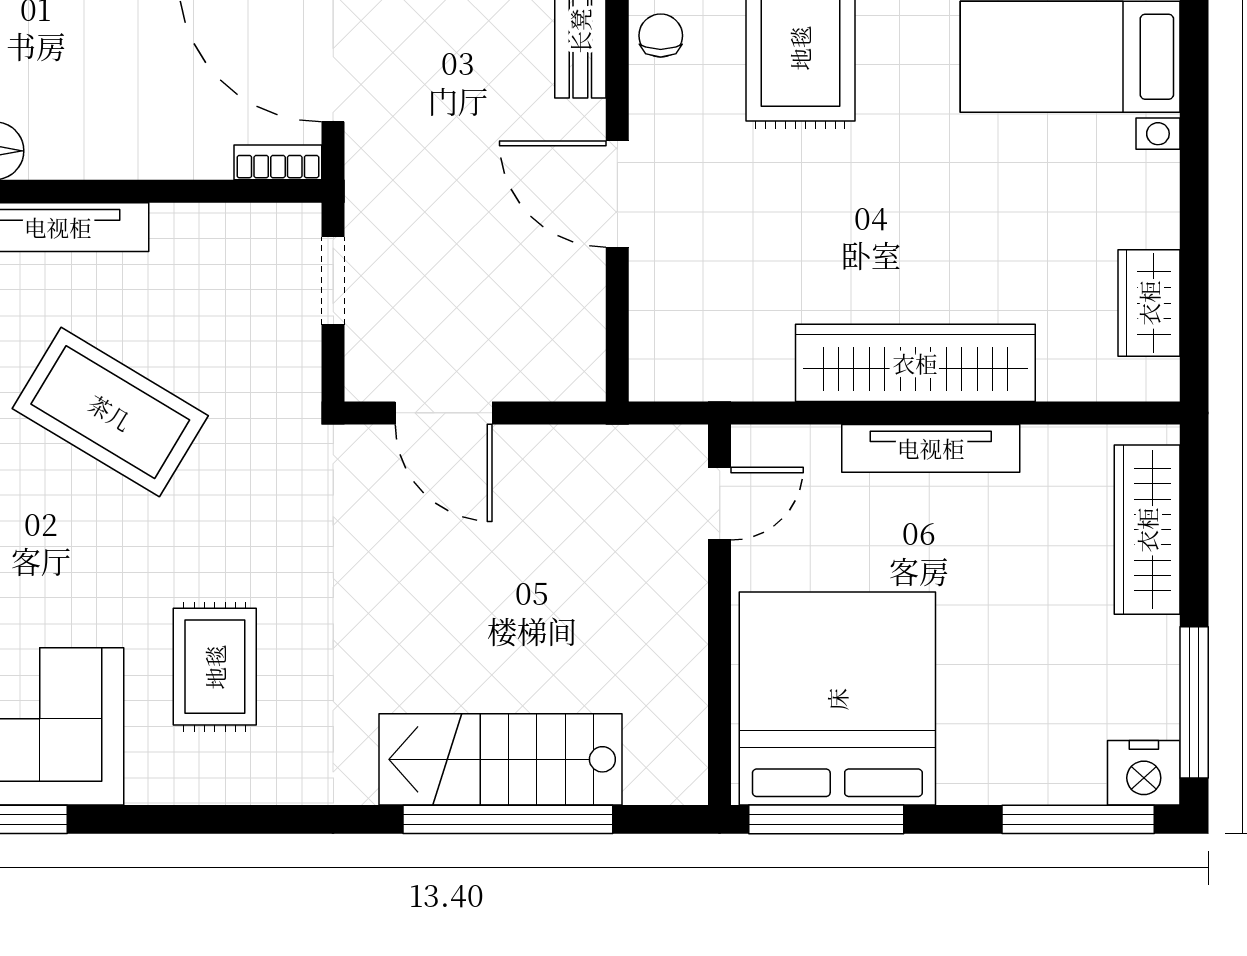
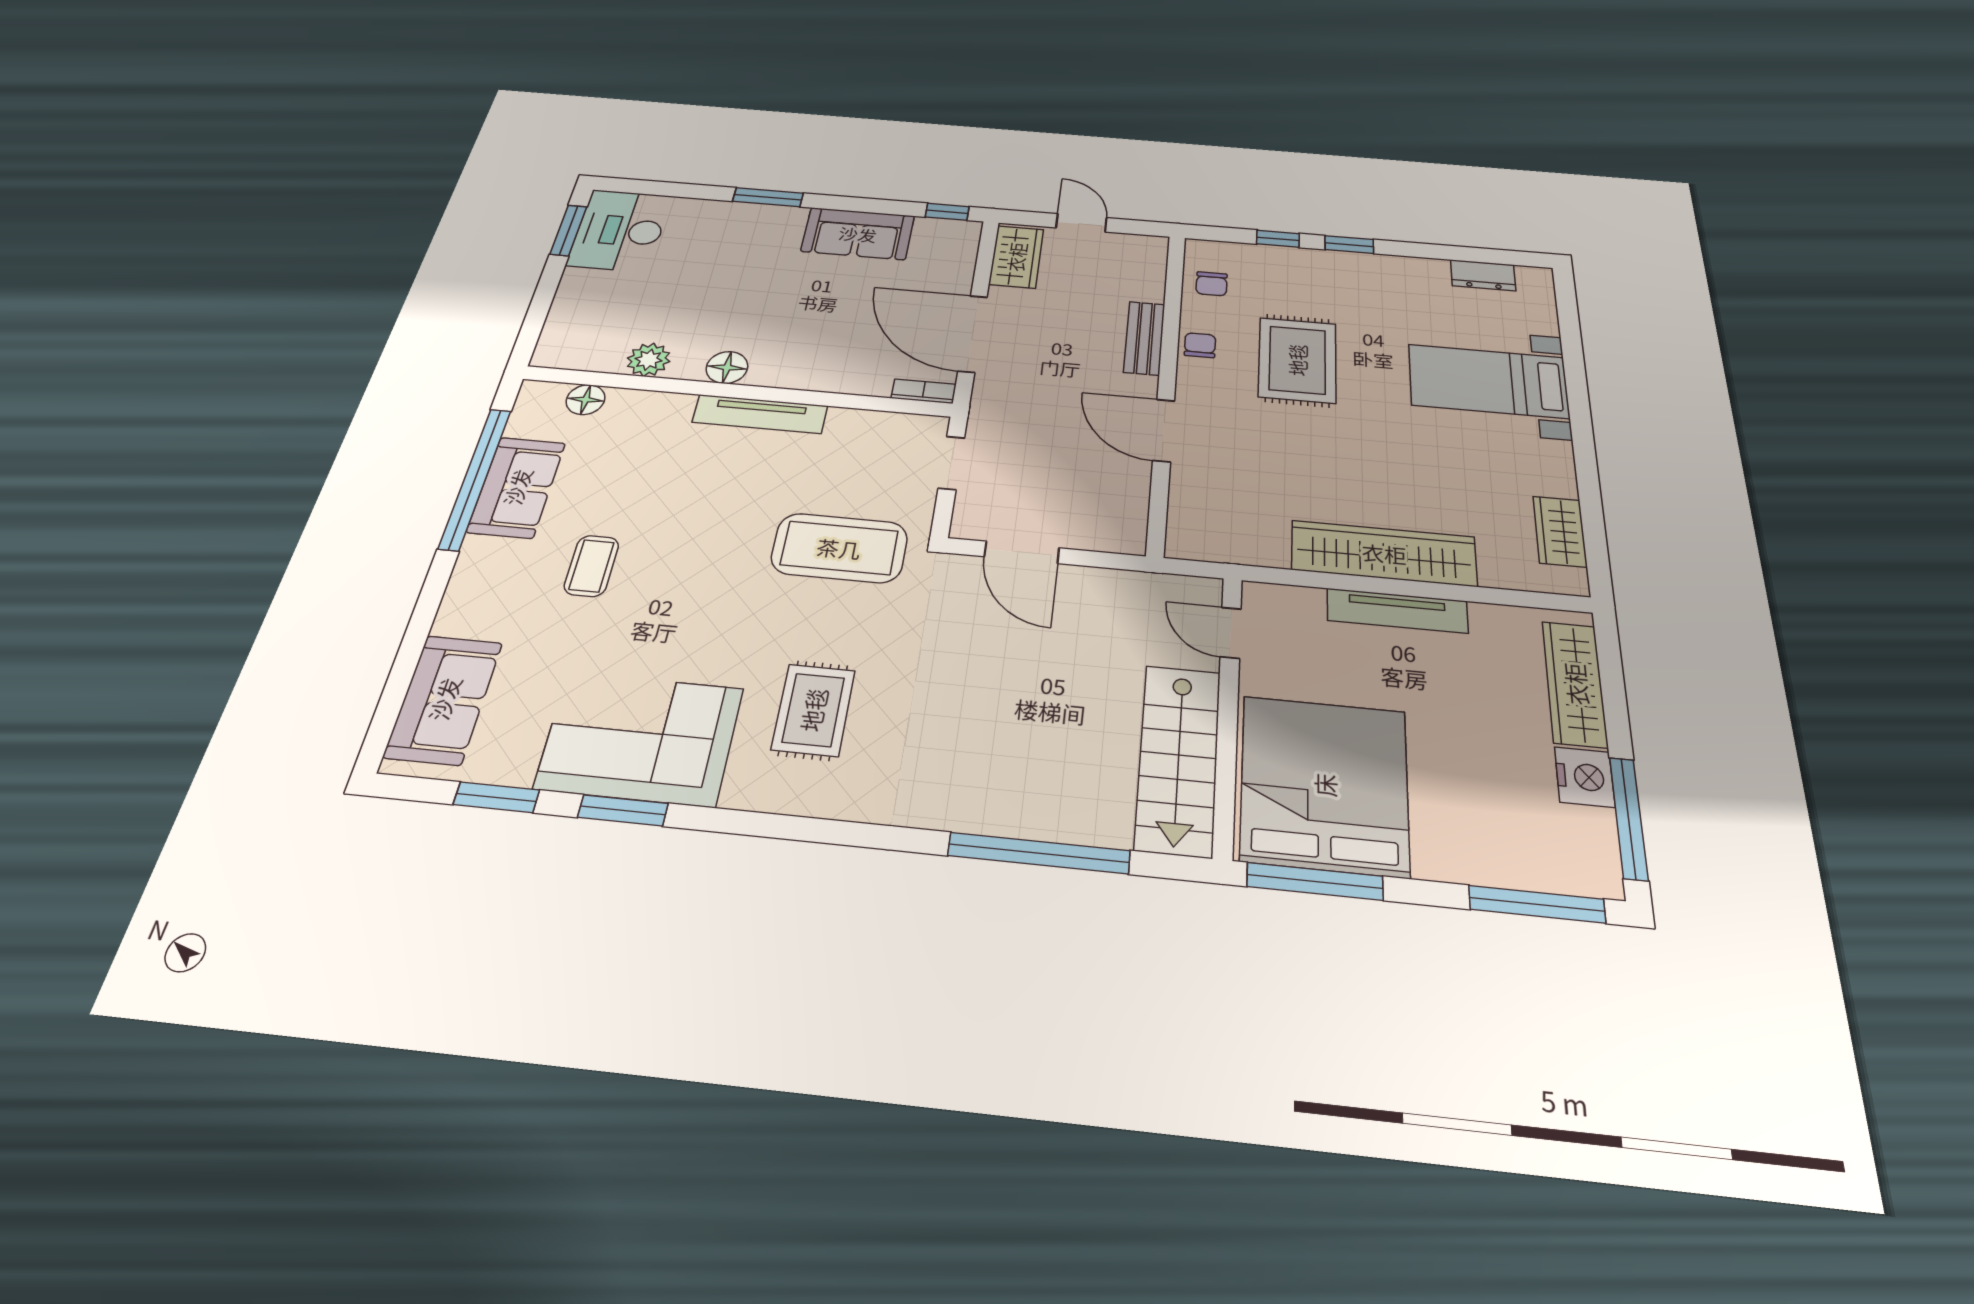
coffee table: (110, 412) -> (839, 548), moved, turned -31
door: (720, 504) -> (1231, 633), swing flipped
stairs: (501, 759) -> (1178, 759), moved, turned -90
nightstand: (1144, 773) -> (1585, 777), moved, turned -90

